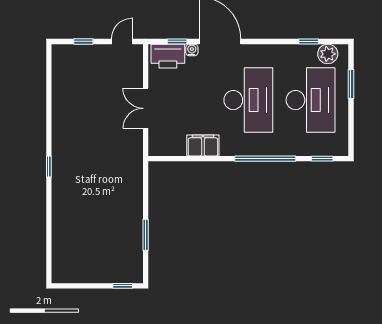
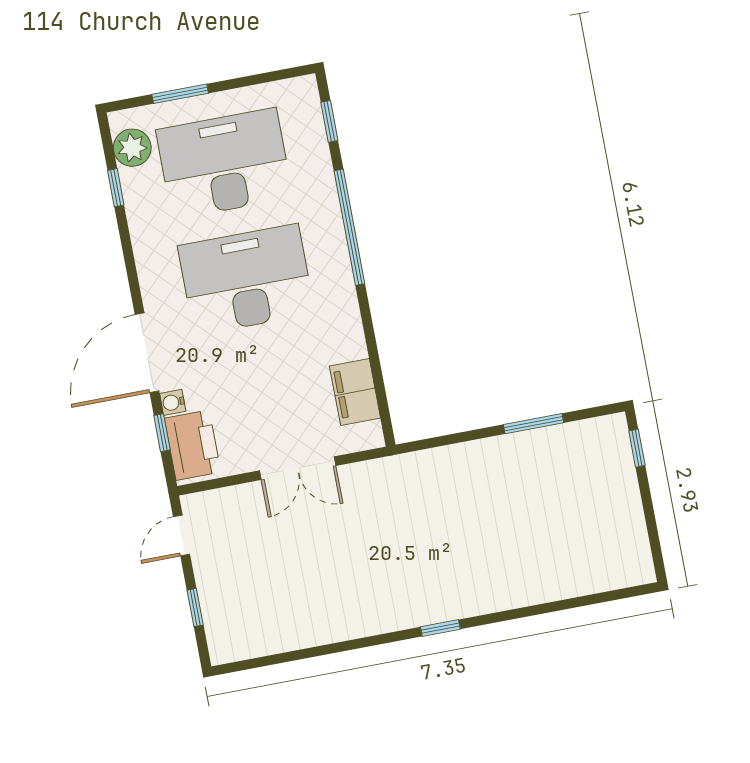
door: (122, 41) -> (181, 535), hinge flipped
filing cabinet: (203, 145) -> (355, 392), moved

